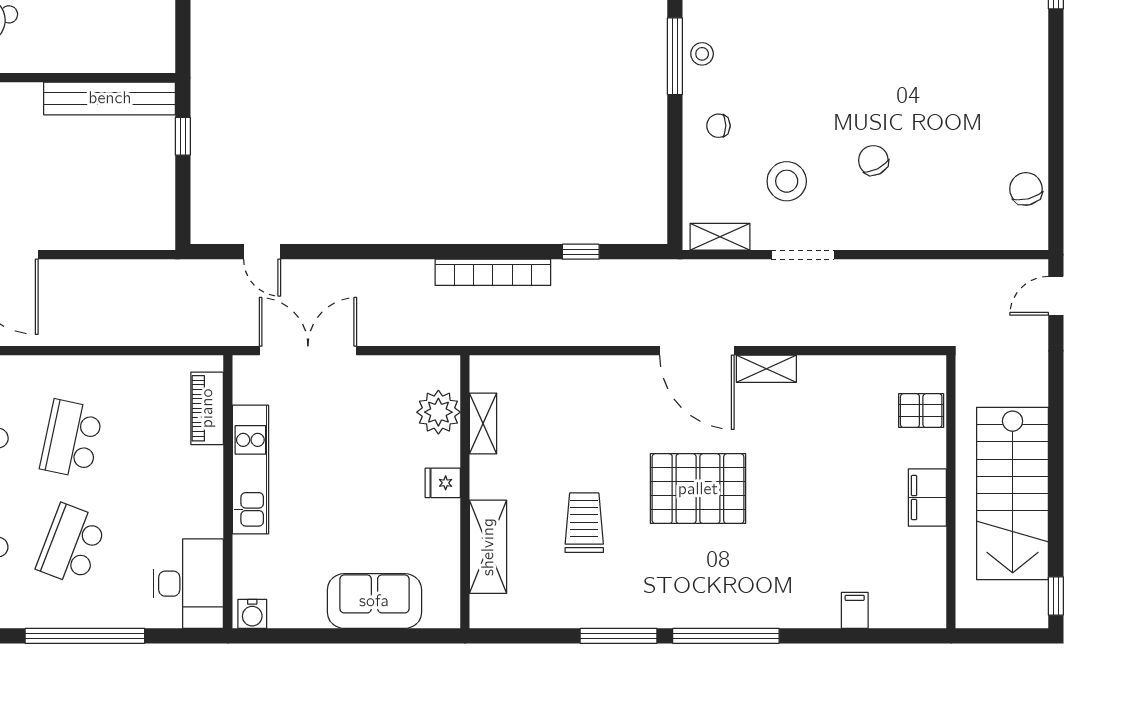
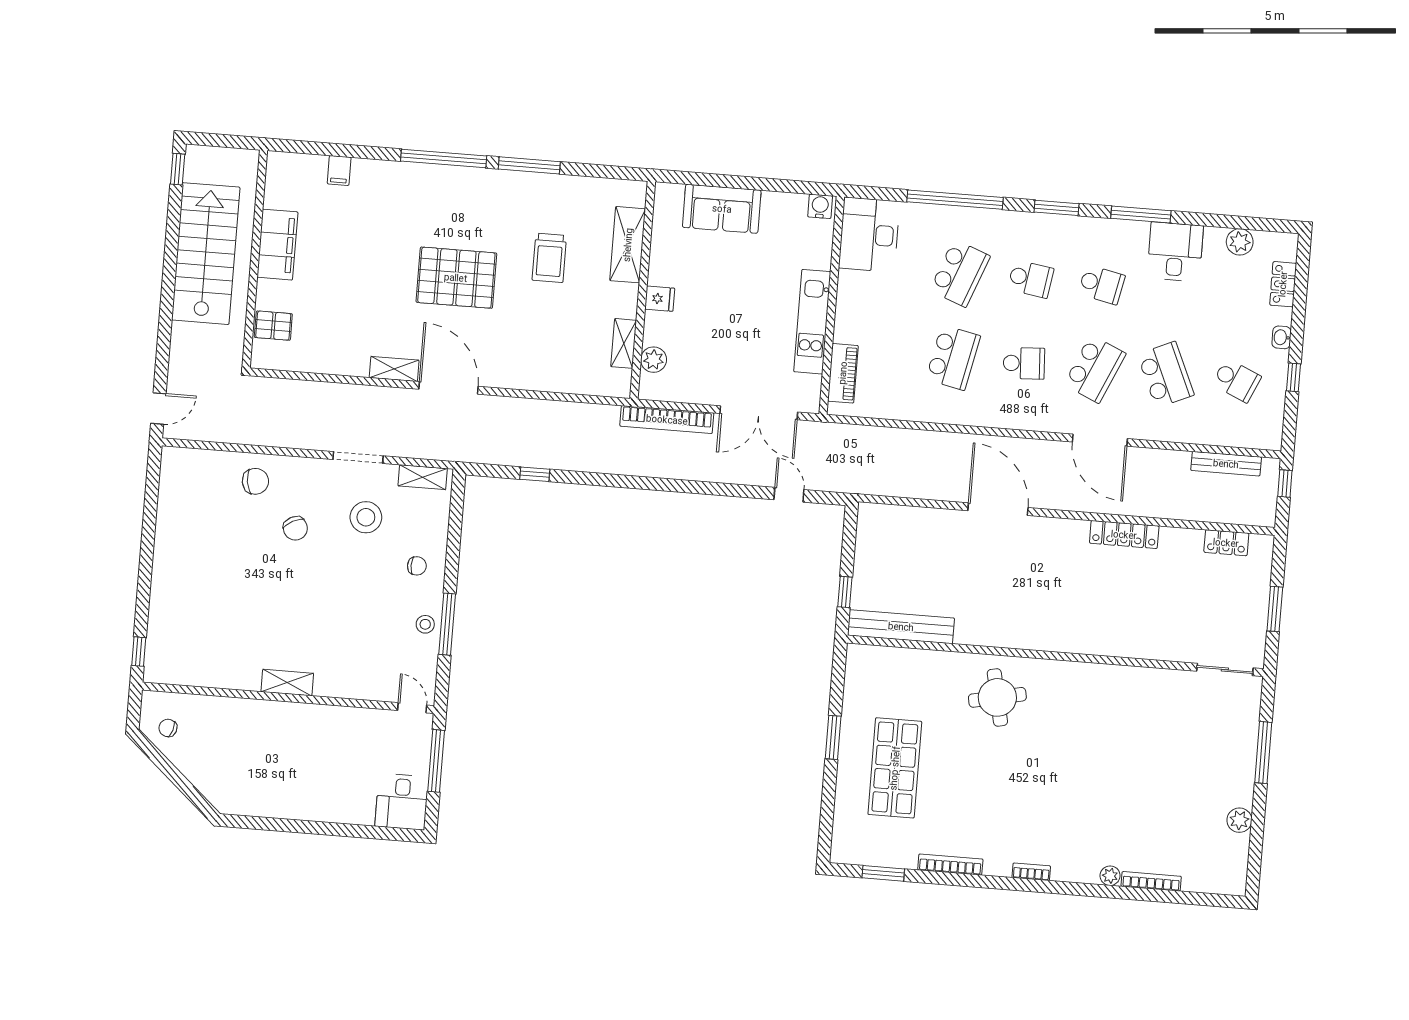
chair: (1026, 189) -> (255, 481), moved, turned -85
bookcase: (493, 272) -> (667, 420), moved, turned 180
plant: (438, 412) -> (654, 360), width x0.73, depth x0.73
filing cabinet: (927, 498) -> (277, 245), width x1.50, depth x1.17

